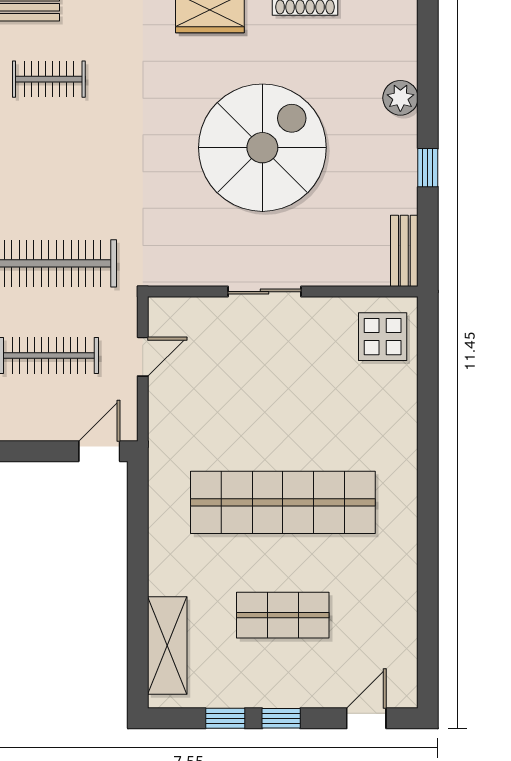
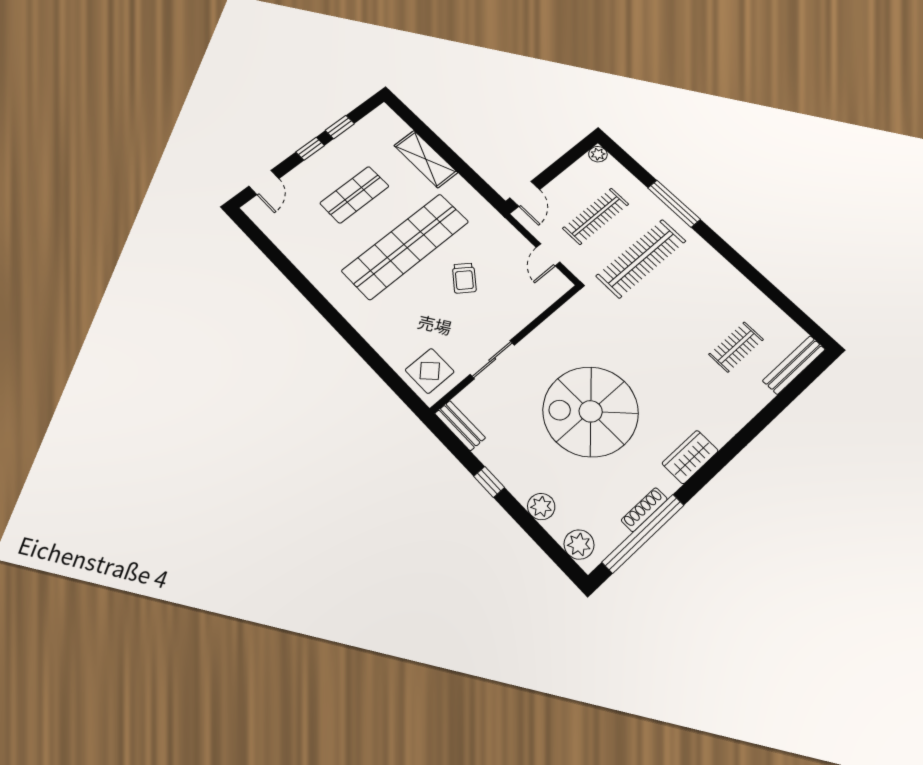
plant: (399, 29) -> (579, 544), added
spiral stairs: (262, 148) -> (591, 411), turned 90
sliding door: (264, 292) -> (492, 360), moved
trolley: (255, 409) -> (464, 278), added
shelving: (167, 645) -> (426, 159), moved

